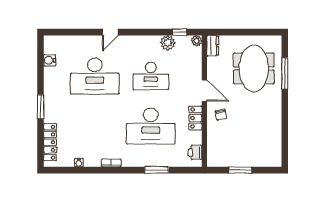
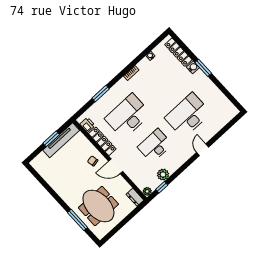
water cooler: (50, 60) -> (193, 67), moved
locker: (195, 118) -> (102, 141), width x1.53
tv unit: (232, 160) -> (61, 140), added

